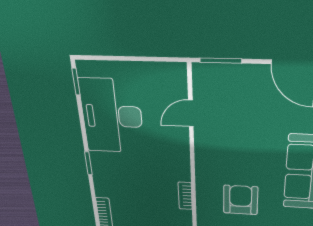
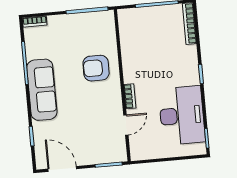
bookcase: (185, 196) -> (130, 96), moved
armchair: (241, 200) -> (96, 68), moved, turned 90

